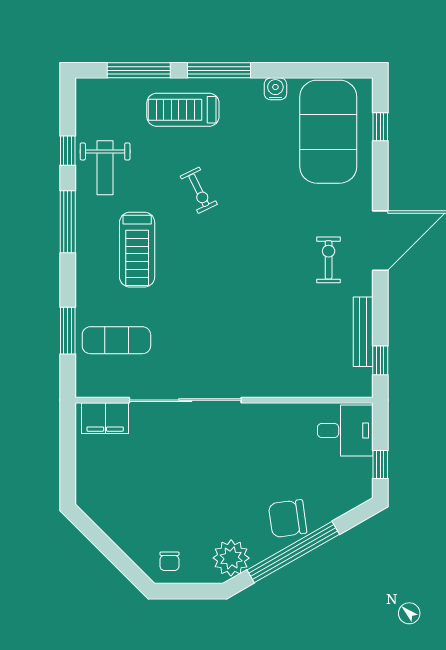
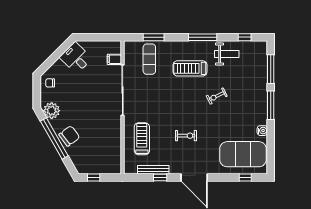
treadmill: (183, 110) -> (142, 139), moved
window: (68, 151) -> (245, 37), moved
weight bench: (105, 168) -> (227, 54), turned 180
exercise bike: (329, 260) -> (186, 136), moved
window: (380, 360) -> (160, 178), moved
filing cabinet: (105, 418) -> (114, 59), width x0.50
desk: (345, 430) -> (76, 58), moved, turned 135
chair: (288, 519) -> (69, 136), turned 61

